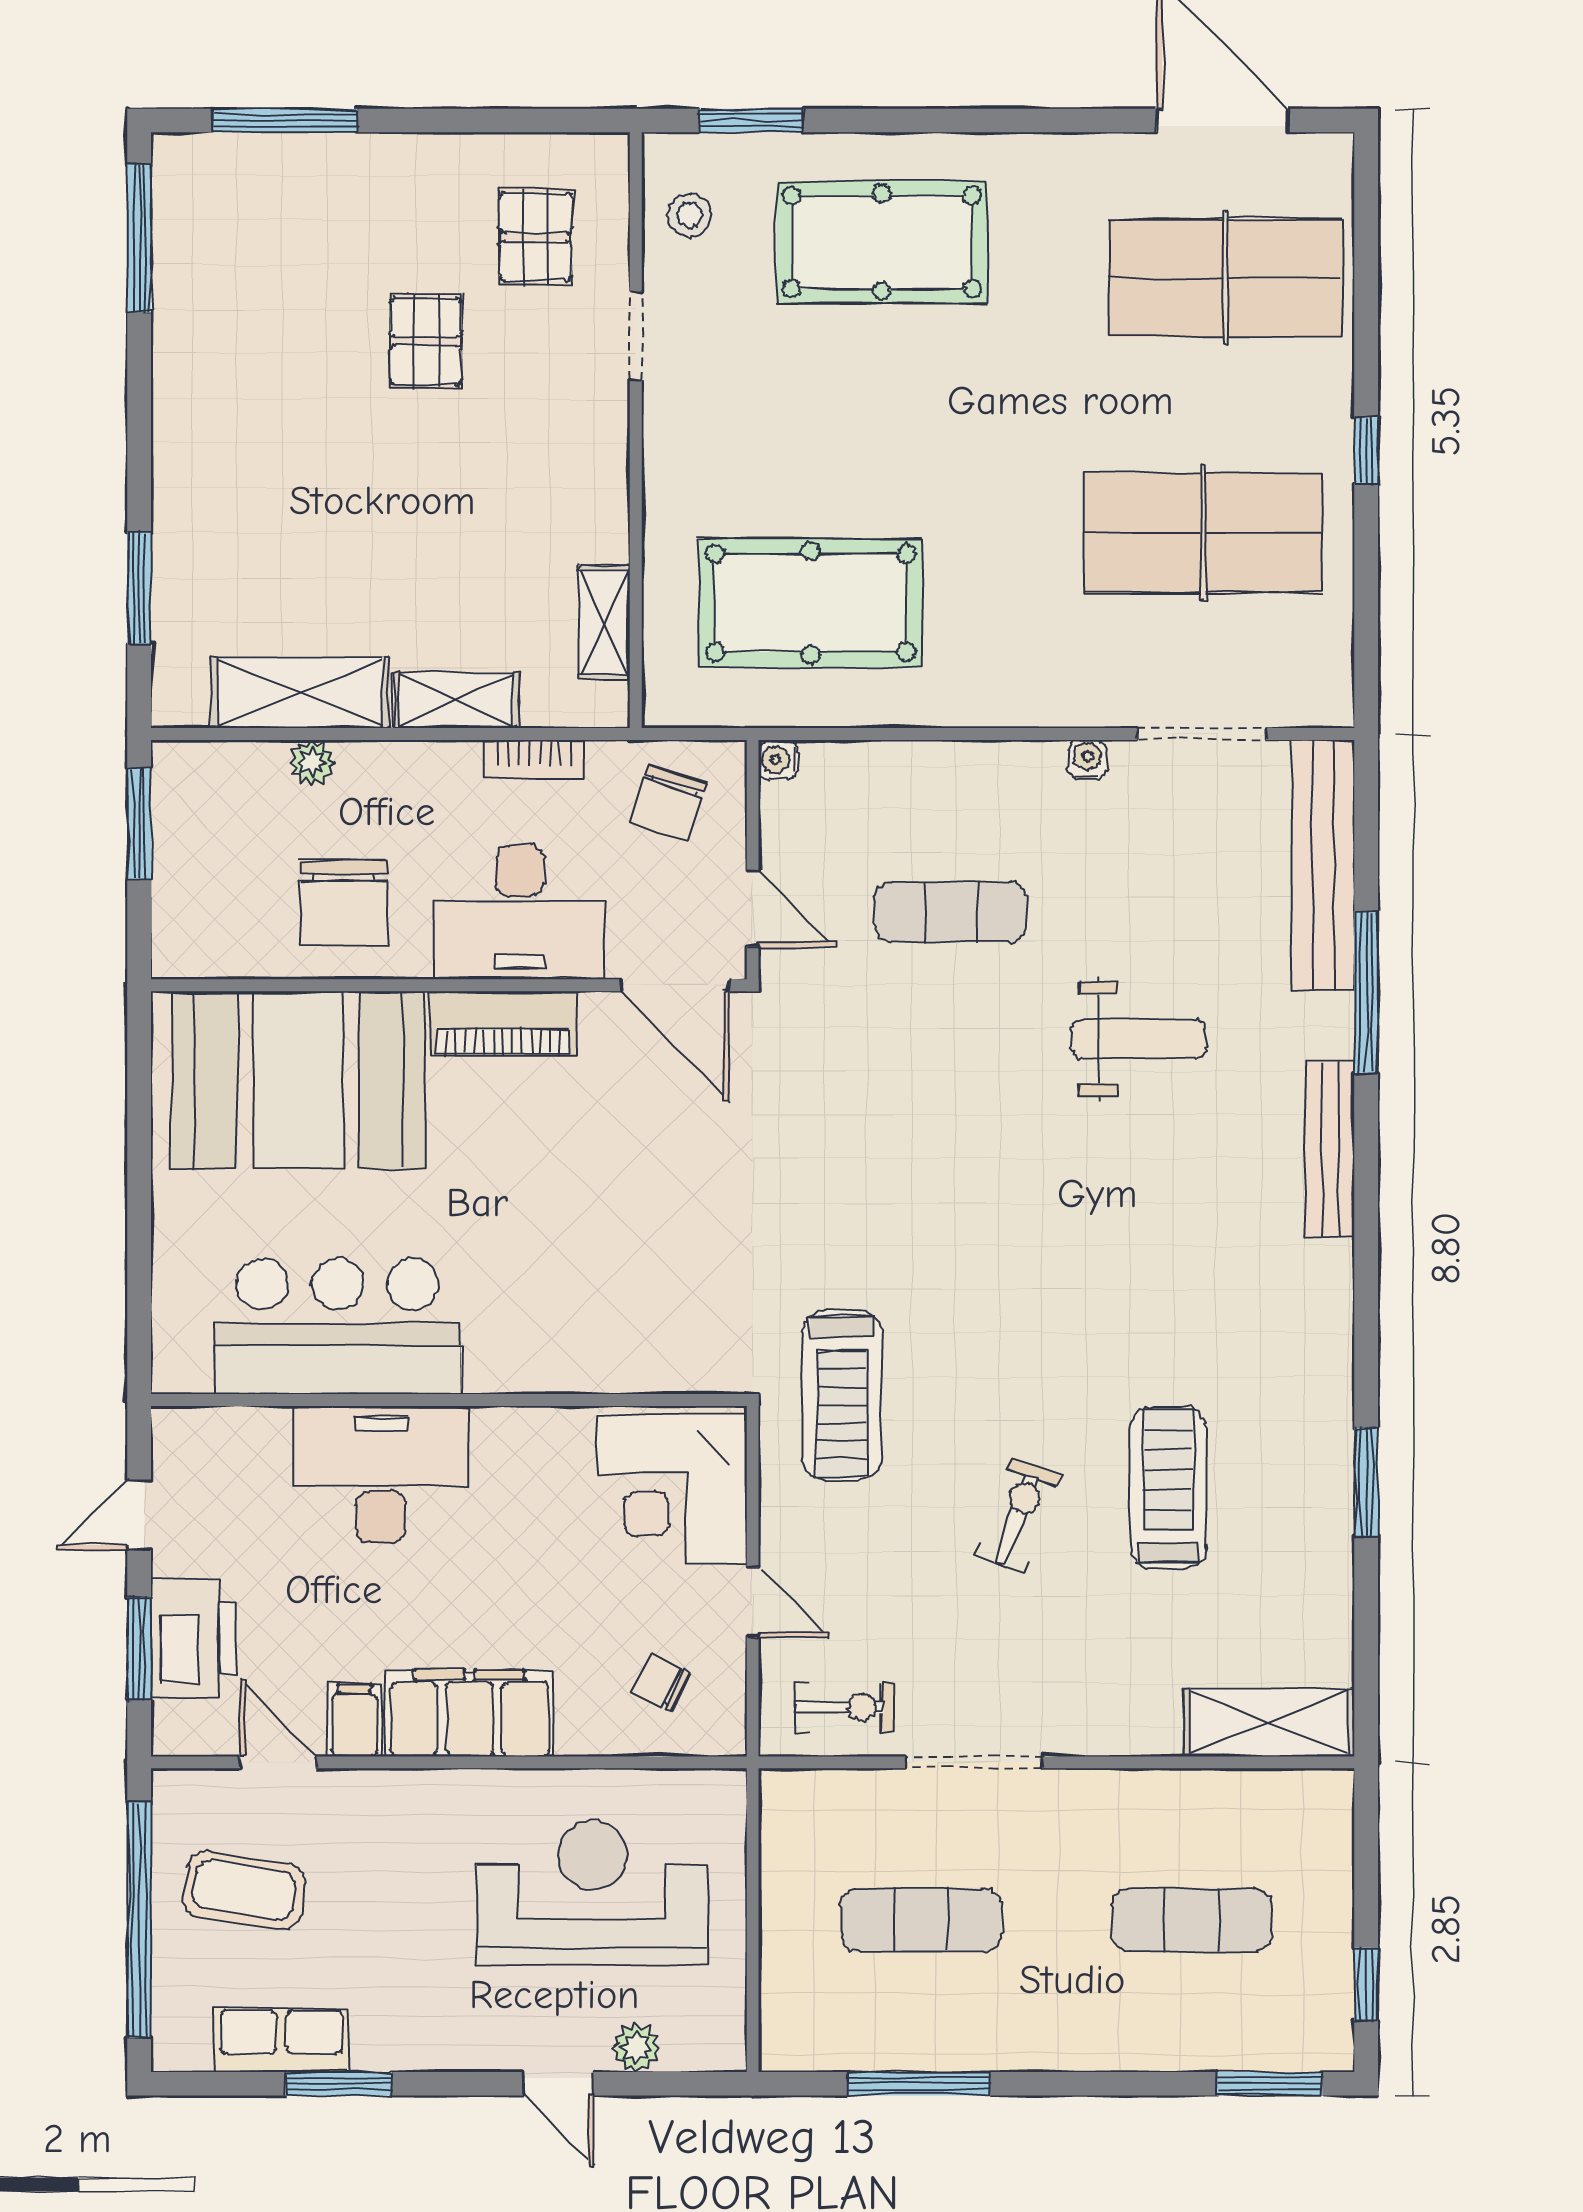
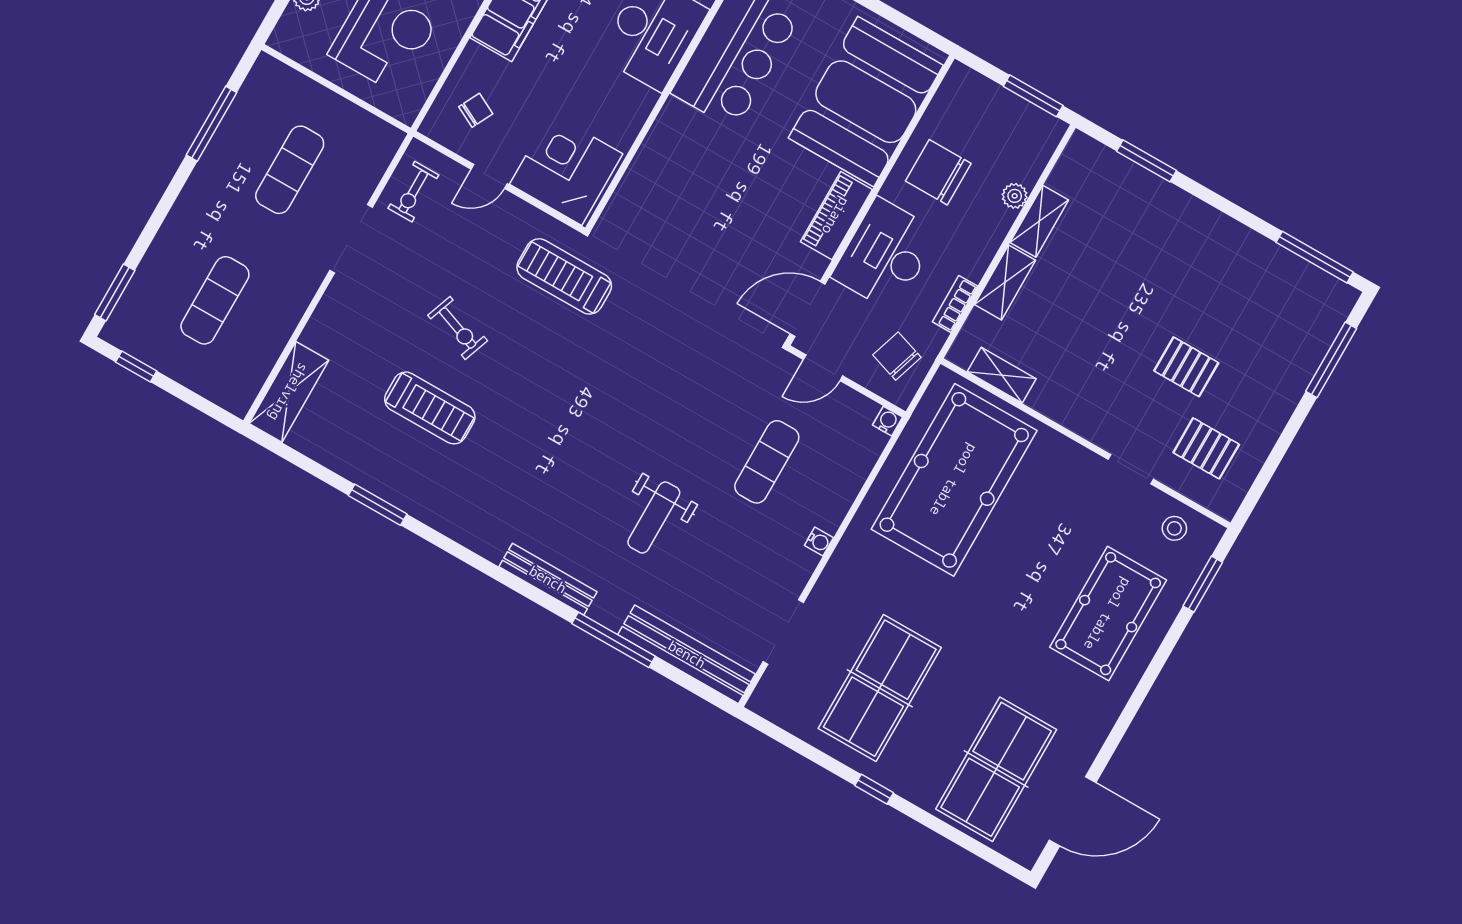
pool table: (811, 603) -> (954, 480), width x1.36, depth x1.32
shelving: (300, 692) -> (1039, 221), width x0.67, depth x0.75
water cooler: (1087, 759) -> (819, 542), moved

